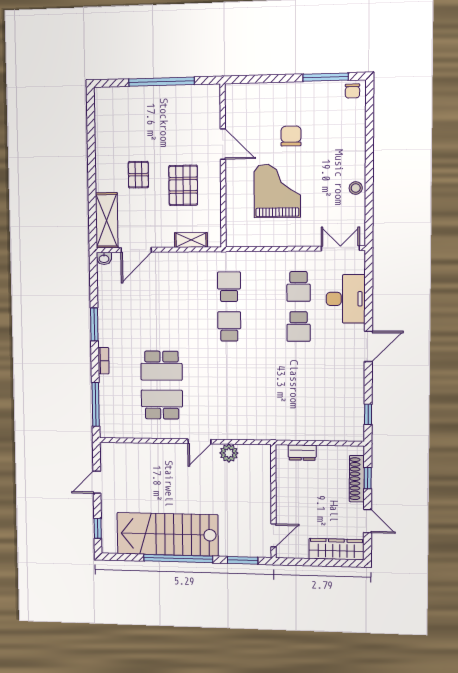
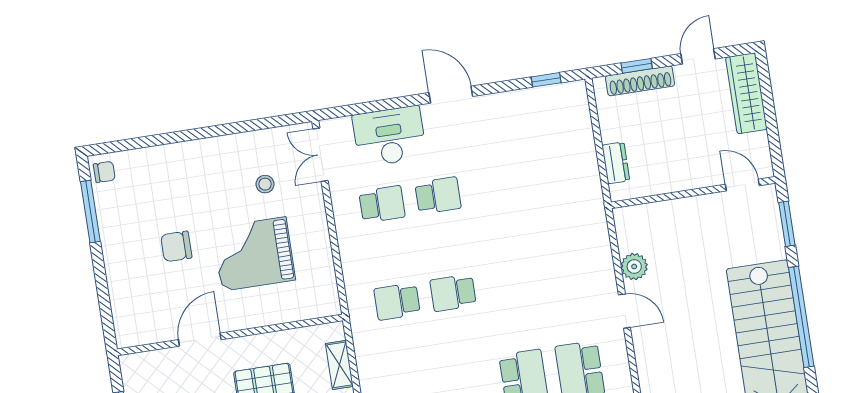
stool: (356, 188) -> (265, 184), moved

